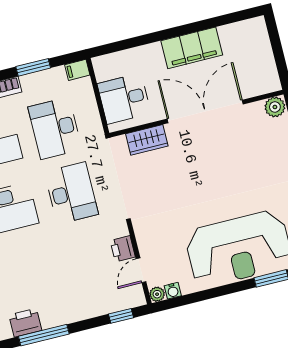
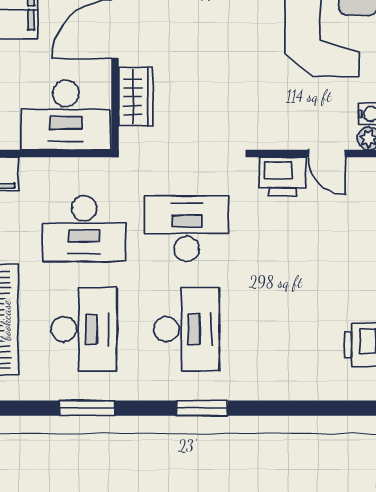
desk: (124, 99) -> (66, 115), width x1.37
printer: (123, 249) -> (282, 176), width x1.36, depth x1.24

